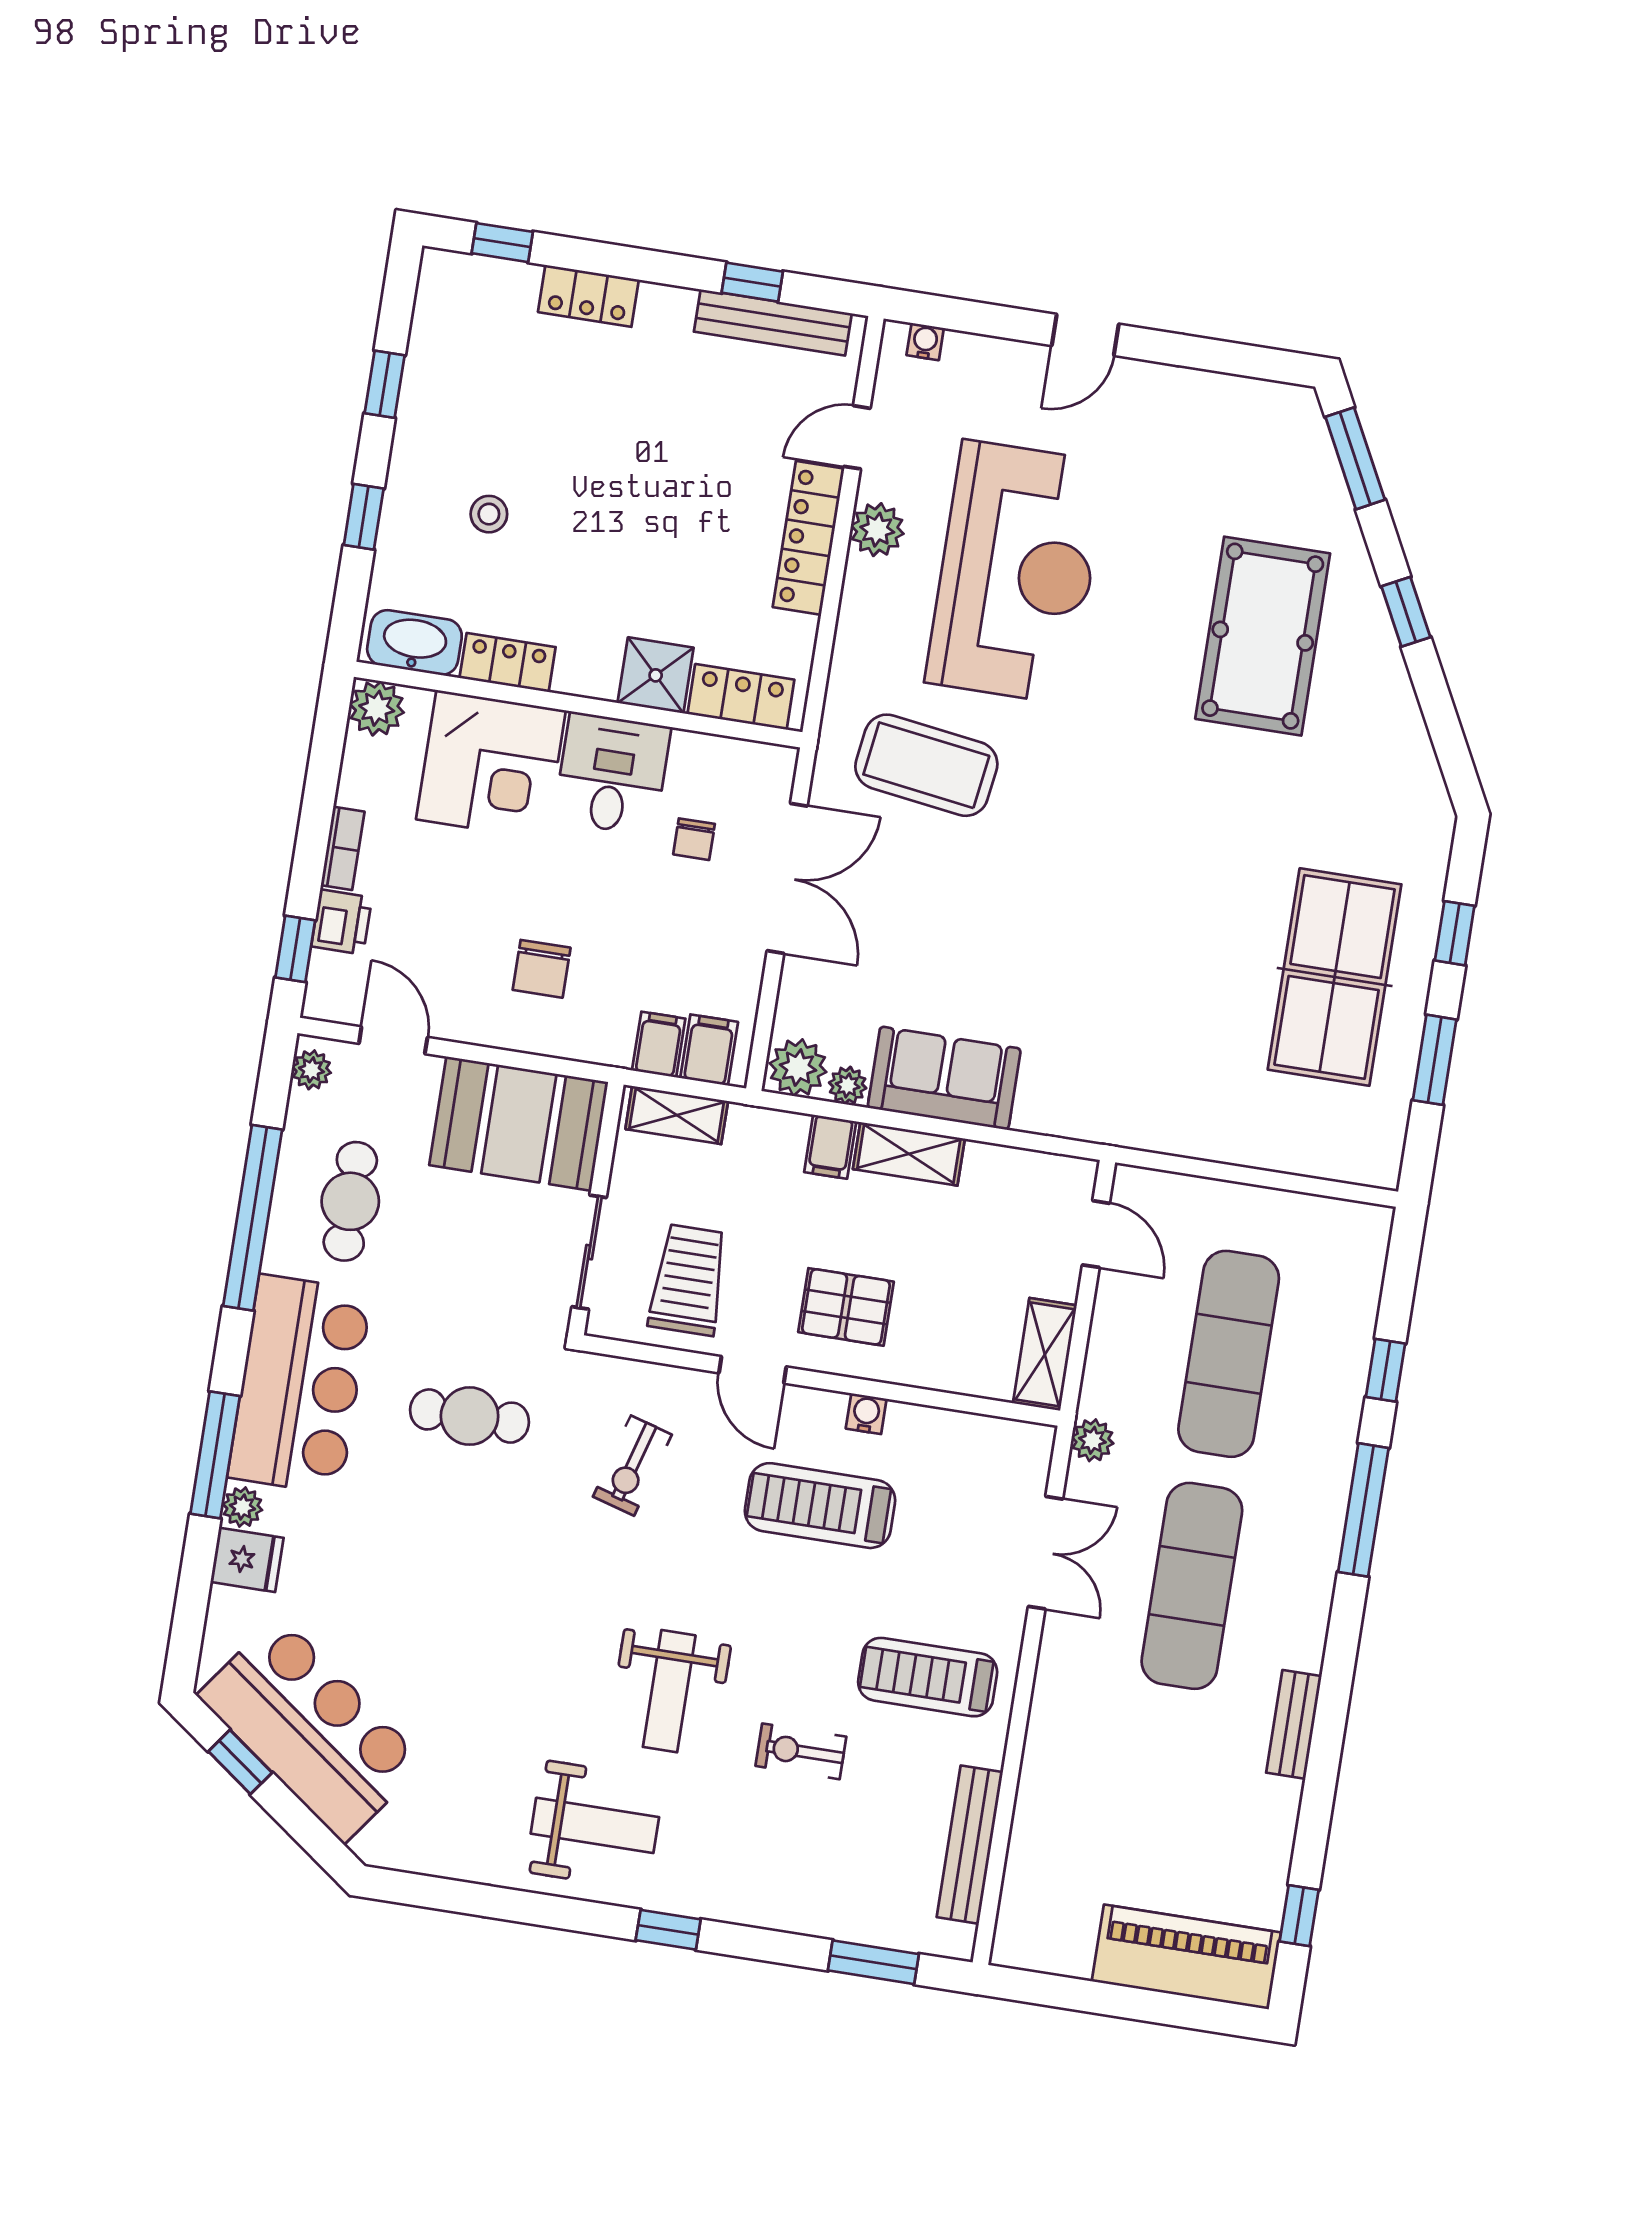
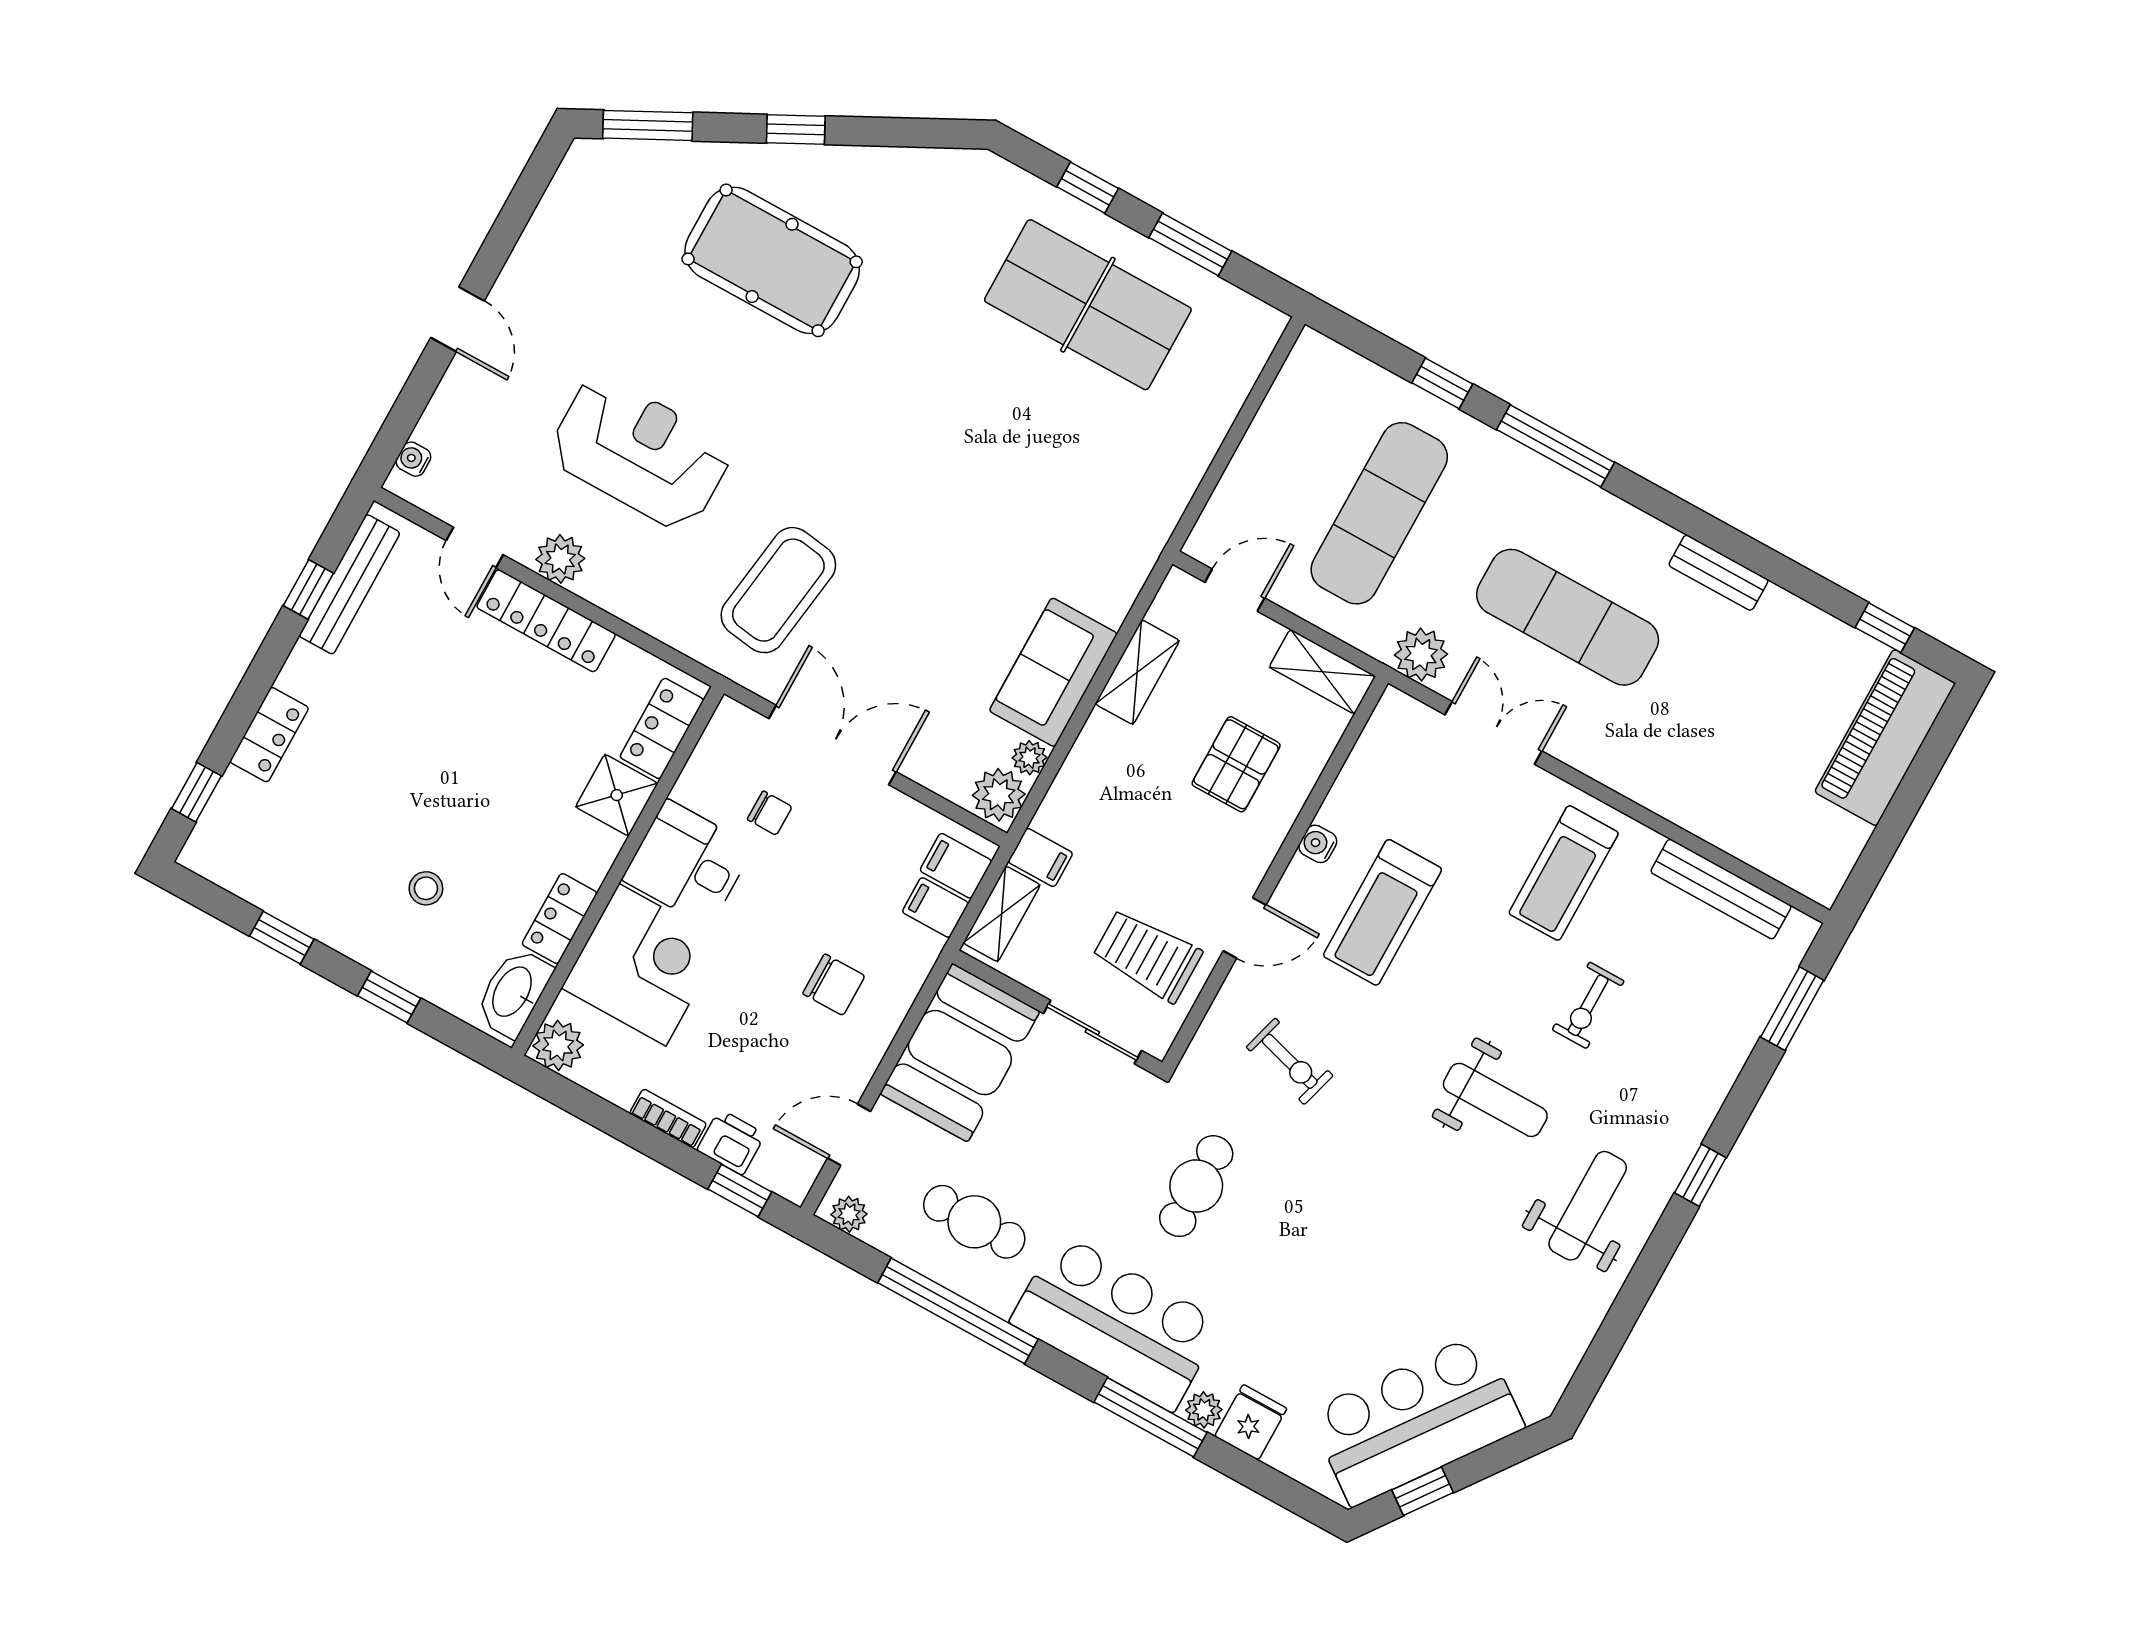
reception desk: (1016, 572) -> (640, 452), width x0.74, depth x0.77
filing cabinet: (830, 1147) -> (1040, 858), moved
shelving: (909, 1154) -> (1137, 672), moved
pallet: (846, 1307) -> (1236, 764), moved
exercise mat: (1229, 1354) -> (1379, 513), turned 90
plant: (1092, 1440) -> (1421, 655), width x1.38, depth x1.38

